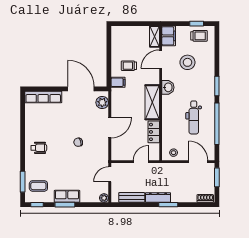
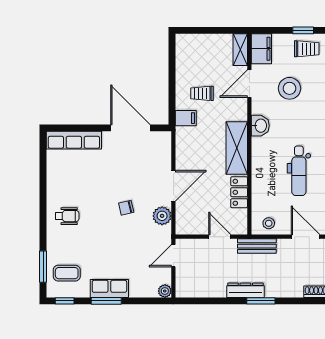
plant: (102, 102) -> (162, 216), moved
door: (141, 162) -> (220, 237), hinge flipped
bench: (132, 197) -> (257, 246), moved

